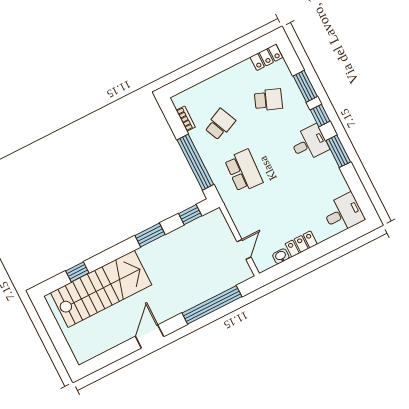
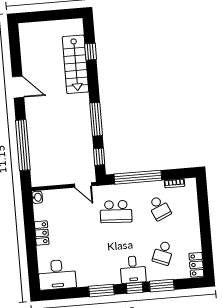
desk: (309, 143) -> (133, 269), moved
desk: (343, 213) -> (57, 275), width x1.37
window: (150, 235) -> (96, 119), width x1.44
door: (244, 249) -> (83, 185), moved
washbasin: (281, 256) -> (37, 197), moved
stairs: (101, 289) -> (75, 64), width x0.73, depth x0.66

